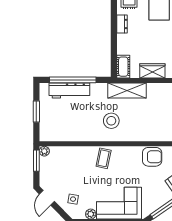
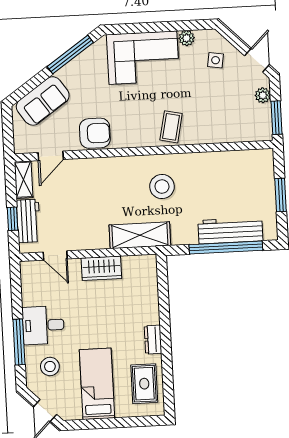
cot: (123, 67) -> (148, 273), removed
plant: (44, 151) -> (263, 95), moved
armchair: (152, 157) -> (95, 133), turned 180

